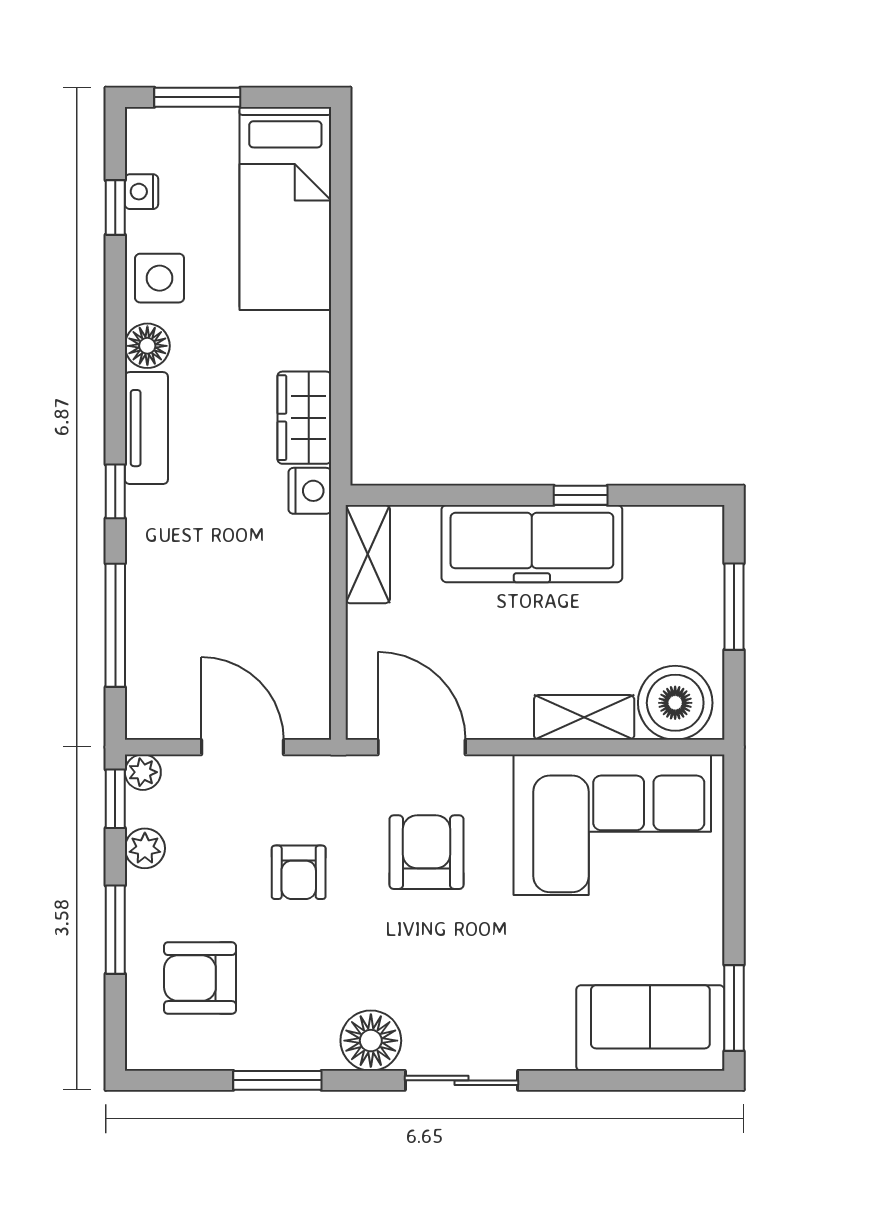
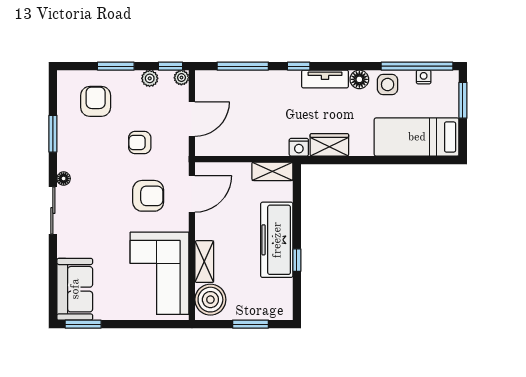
window: (115, 208) -> (417, 66), width x3.17
floor lamp: (371, 1041) -> (64, 179), width x0.53, depth x0.53

